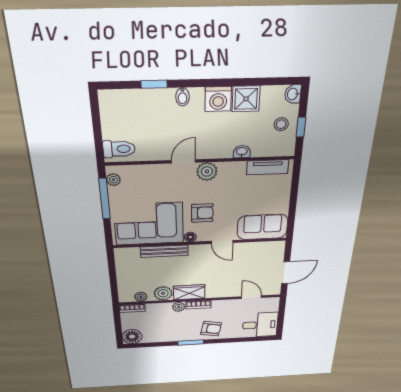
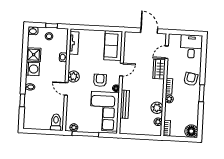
wardrobe: (189, 292) -> (159, 69), moved

